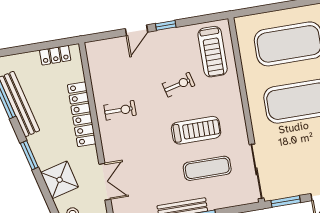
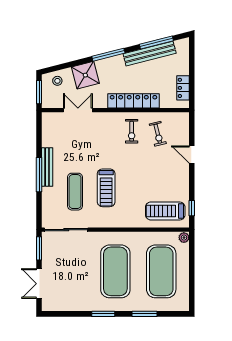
plant: (242, 23) -> (184, 238), added
window: (166, 25) -> (192, 208), moved
exercise bike: (179, 85) -> (158, 134), moved
window: (29, 155) -> (108, 55), width x1.44
double door: (105, 182) -> (78, 110), swing flipped

